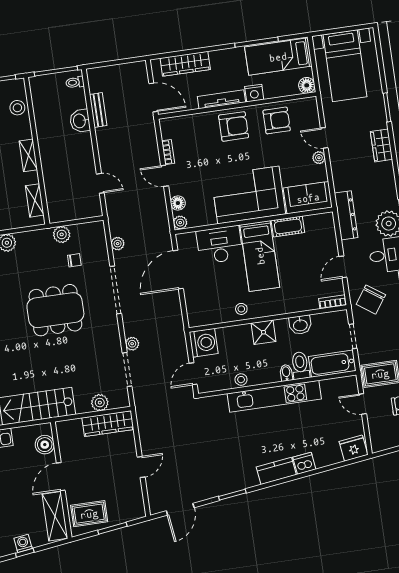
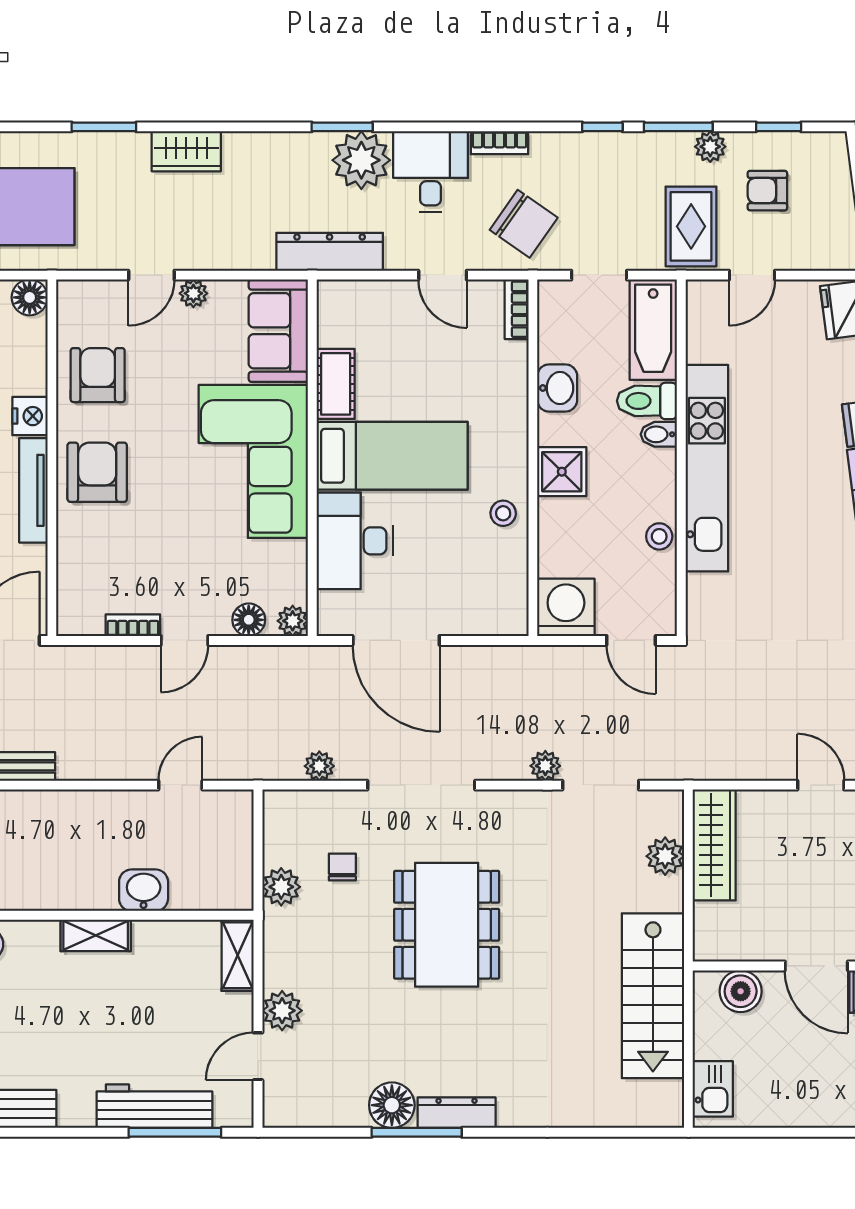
washbasin: (80, 121) -> (144, 890), moved, turned 180
shelving: (35, 200) -> (238, 955), moved, turned 90

